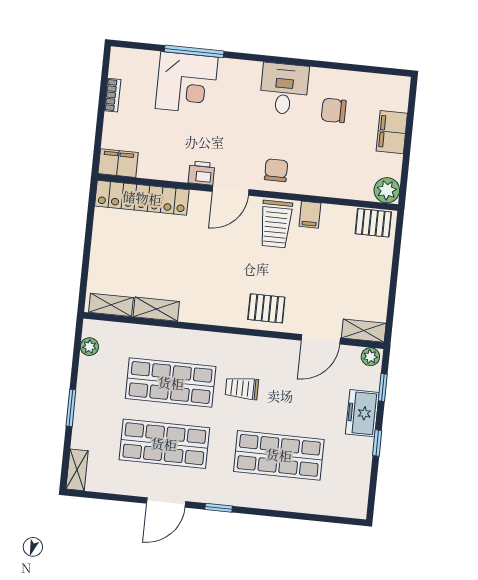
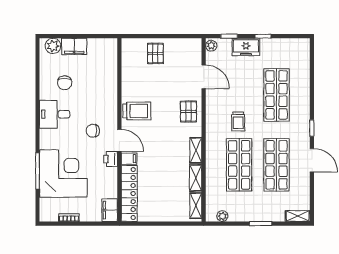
corner desk: (187, 83) -> (63, 174), width x1.36, depth x1.36
chair: (276, 170) -> (93, 131), moved
plant: (387, 190) -> (53, 46), moved
filing cabinet: (310, 215) -> (129, 159), moved
pallet: (373, 223) -> (155, 53), moved
shelving: (364, 331) -> (196, 150), moved

